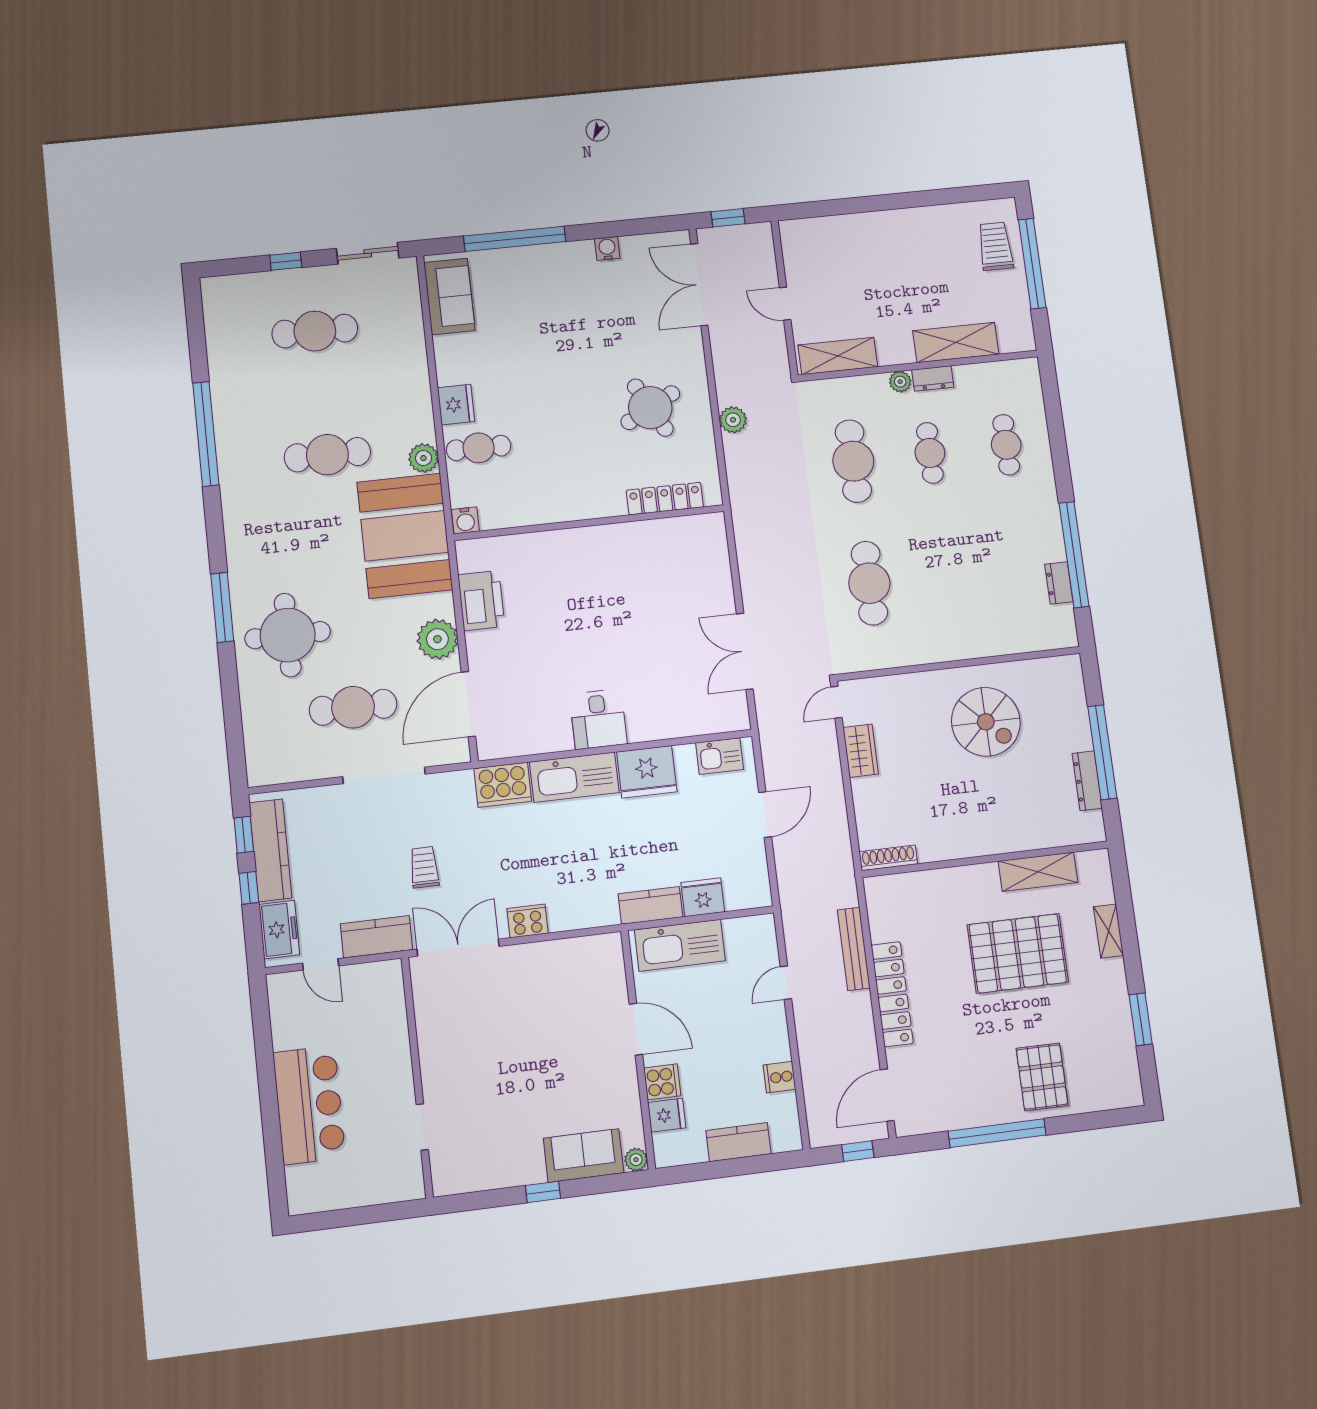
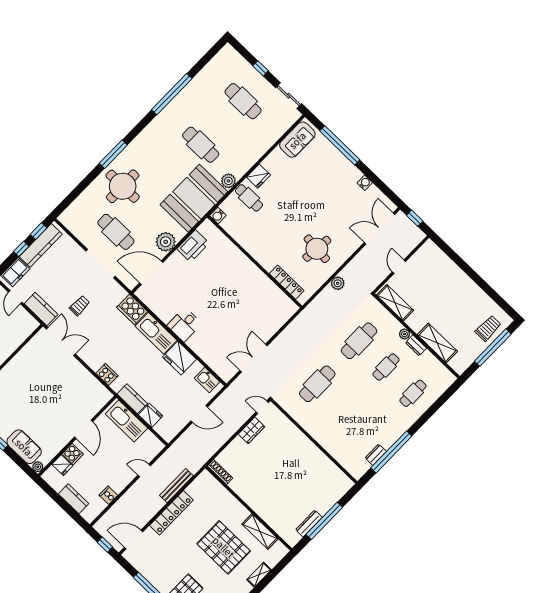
round table: (650, 408) -> (317, 249), turned 33
spiral stairs: (986, 722) -> (300, 468), removed
cooker: (528, 921) -> (107, 375), moved

